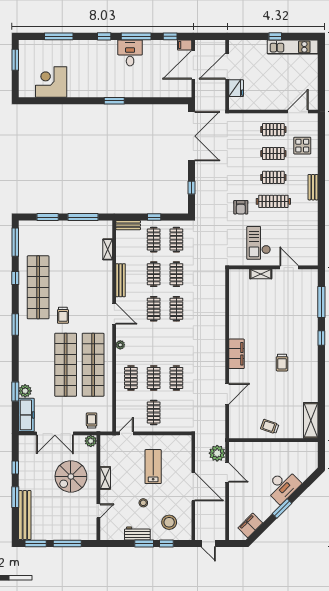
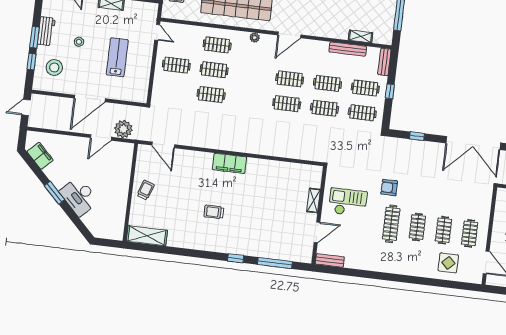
bench: (313, 187) -> (330, 260), moved
bench: (121, 280) -> (348, 49), moved
door: (227, 394) -> (163, 145), moved
lab bench: (153, 467) -> (117, 57), turned -90

